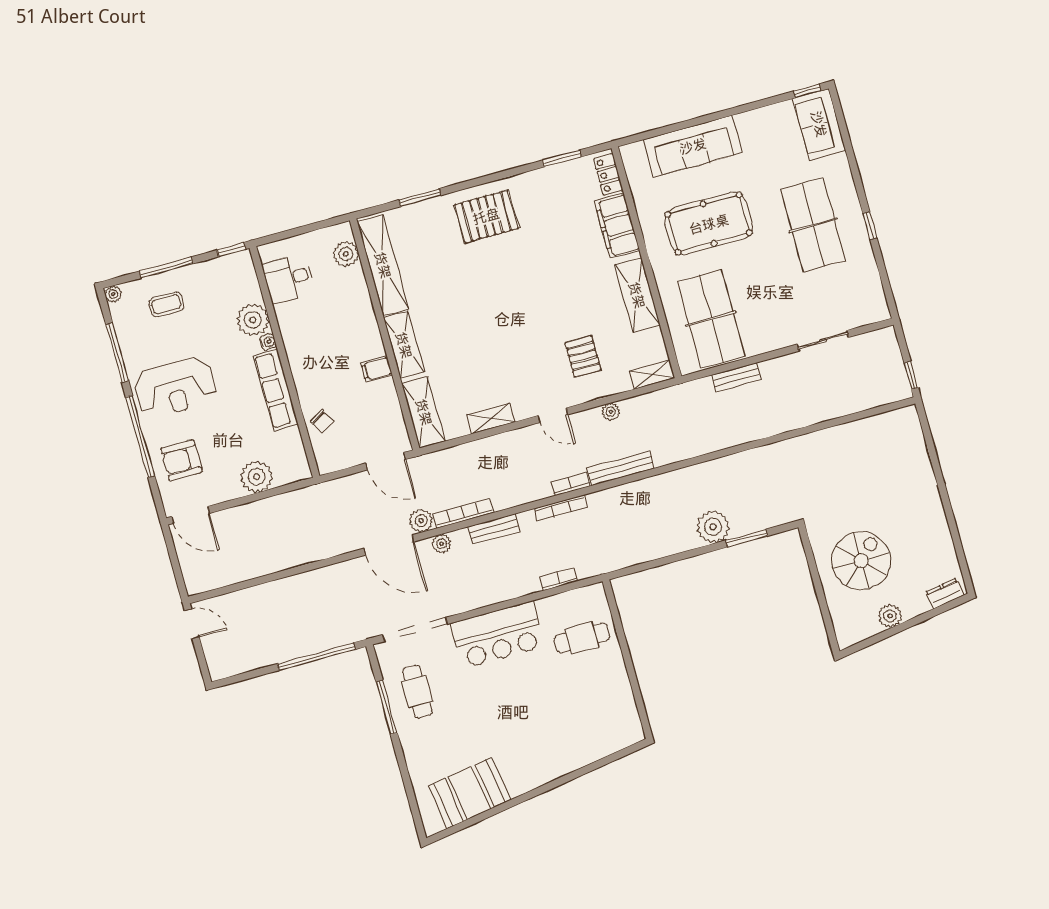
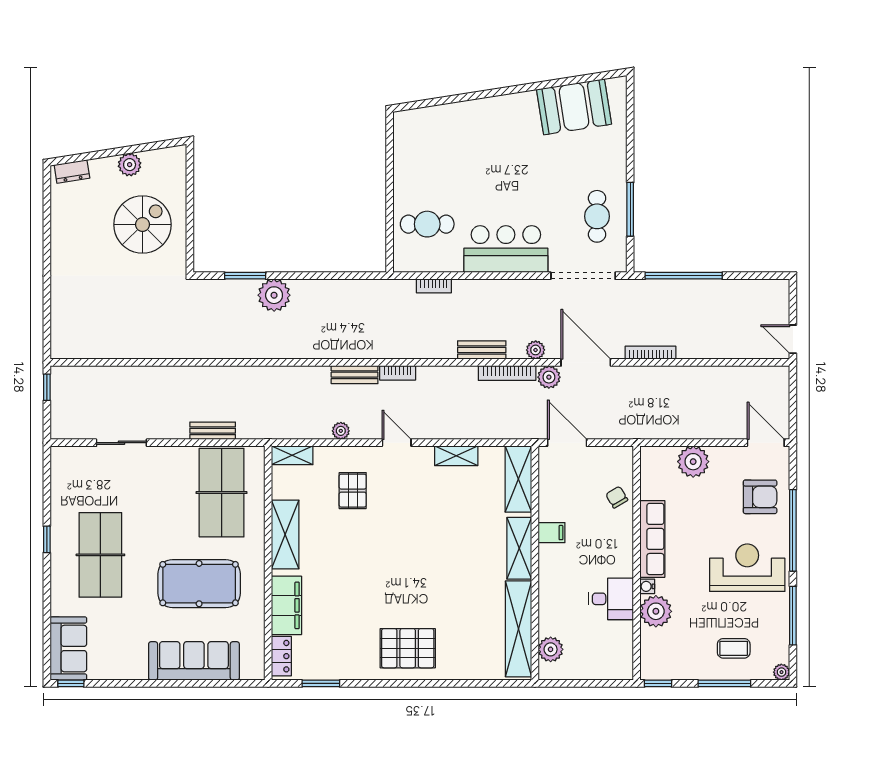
window: (420, 198) -> (466, 683), removed
desk: (289, 279) -> (611, 599), moved
bench: (621, 468) -> (355, 375), width x0.73
bookcase: (561, 508) -> (651, 353), moved
spiral stairs: (861, 561) -> (143, 225), turned 180

